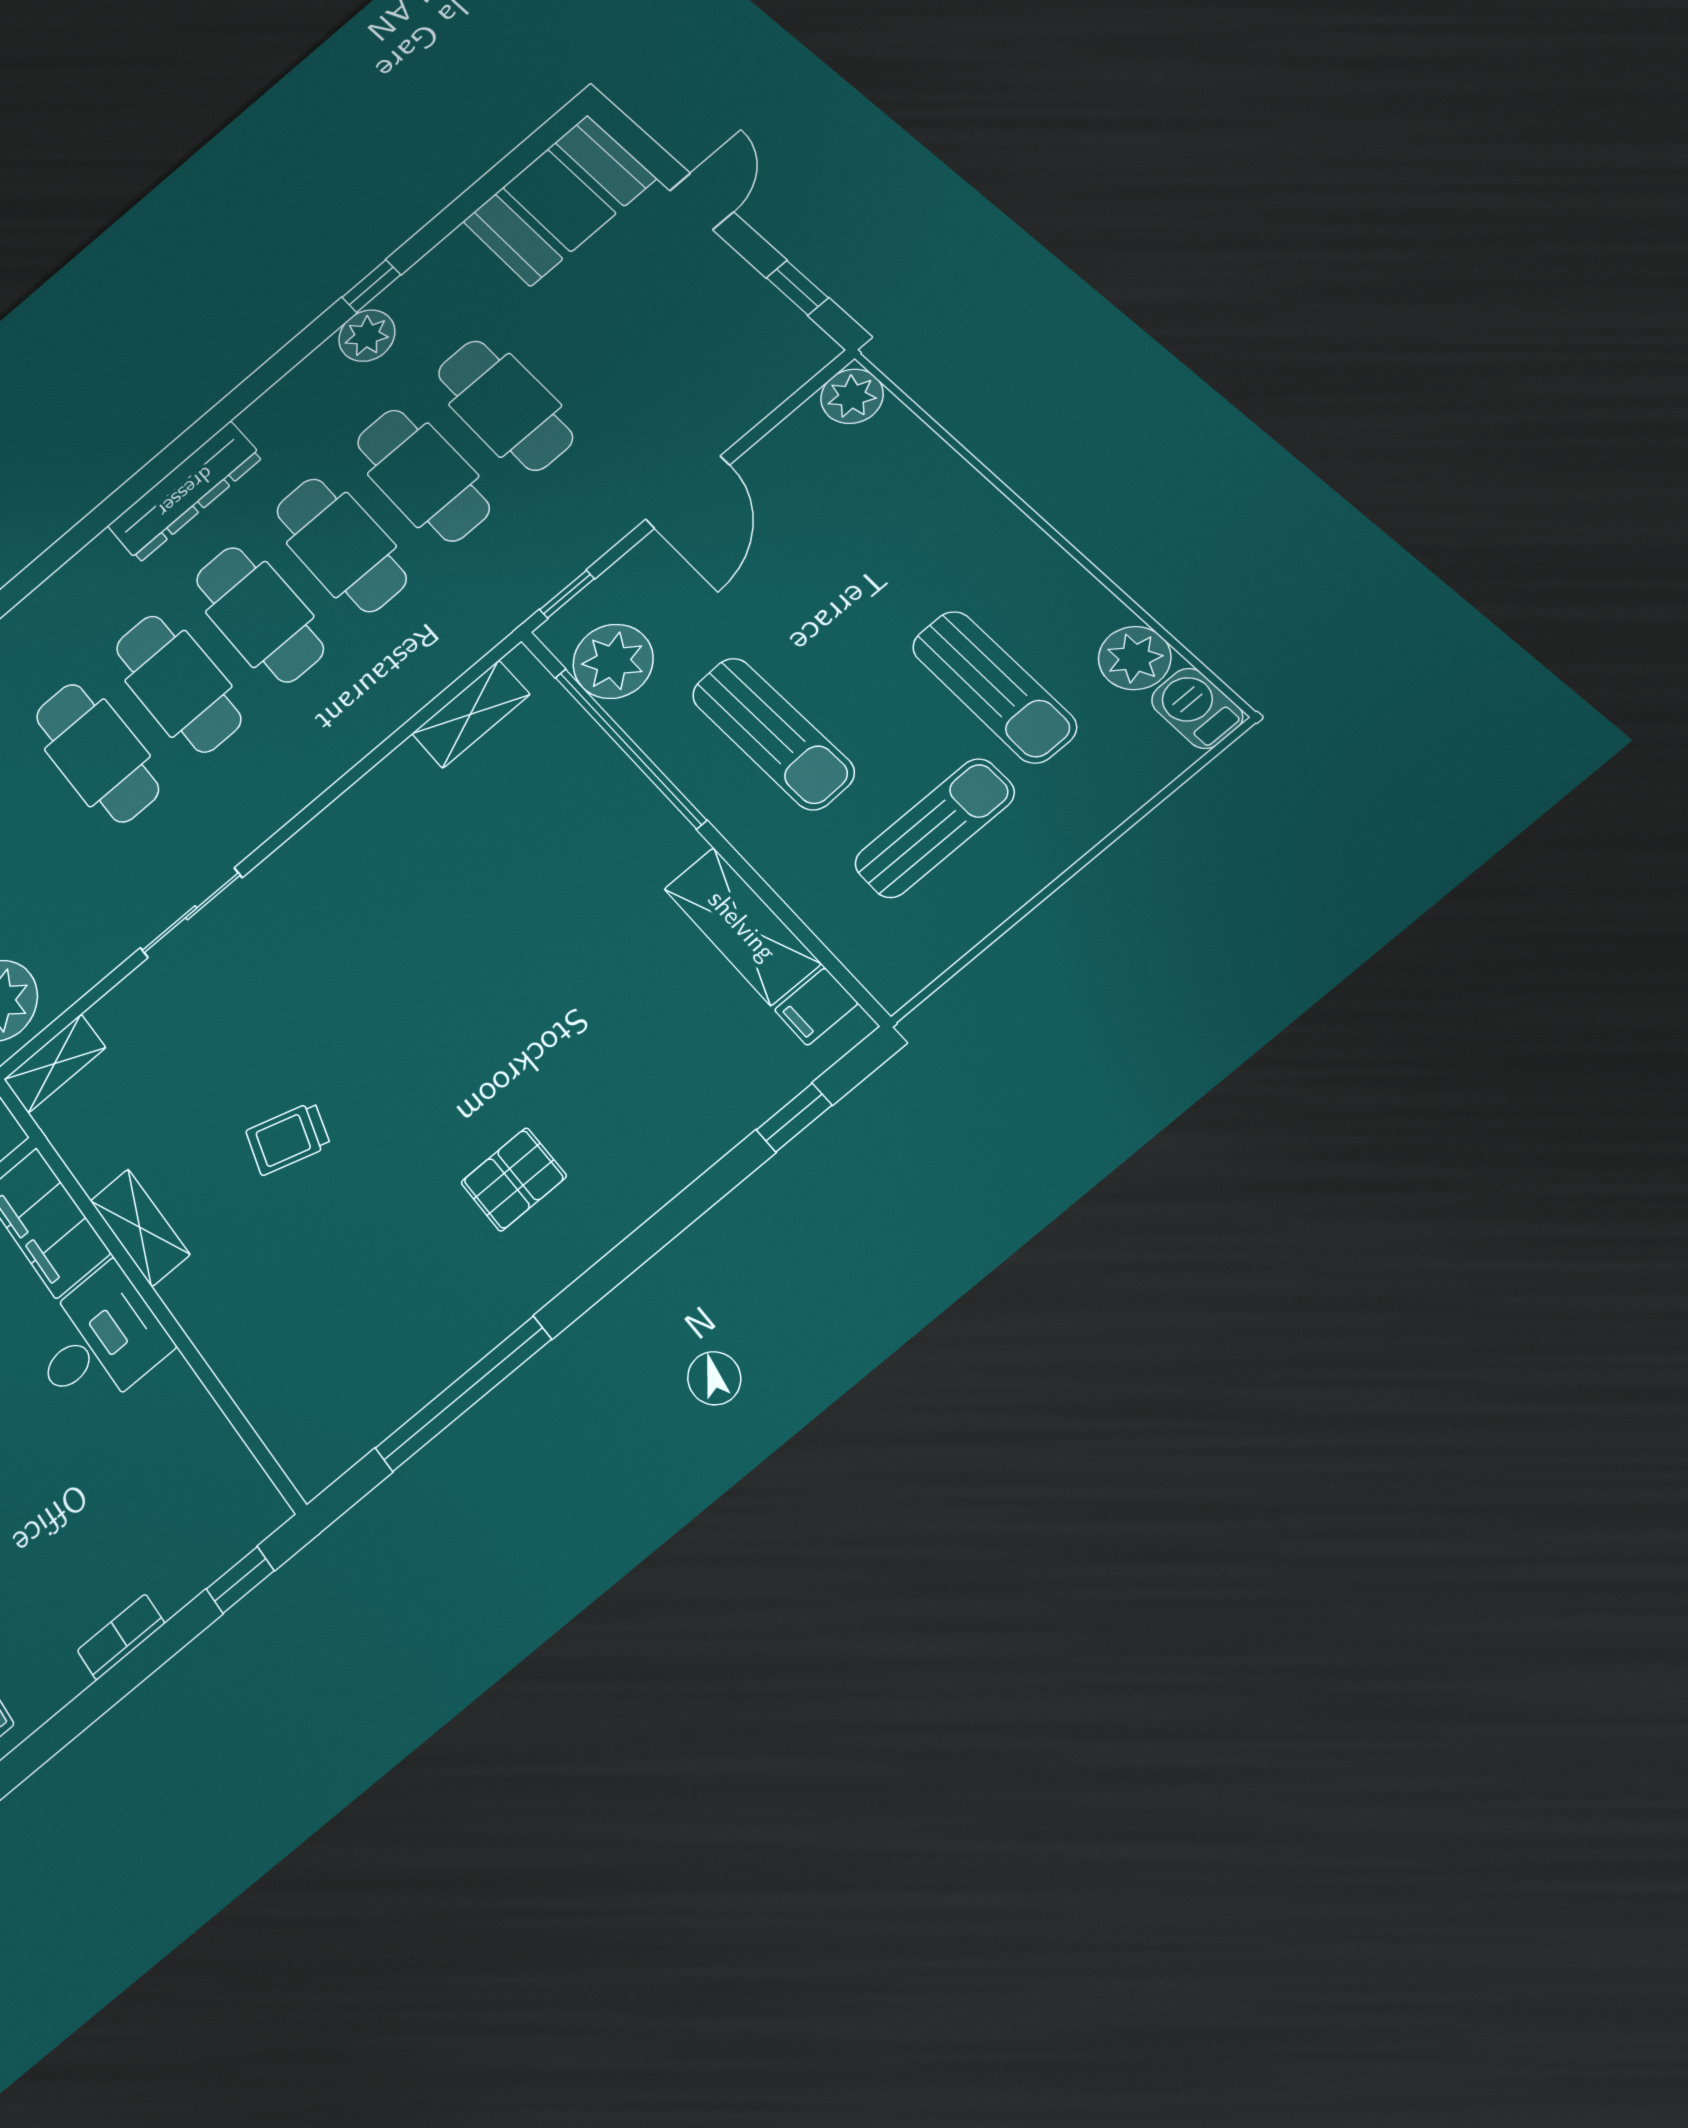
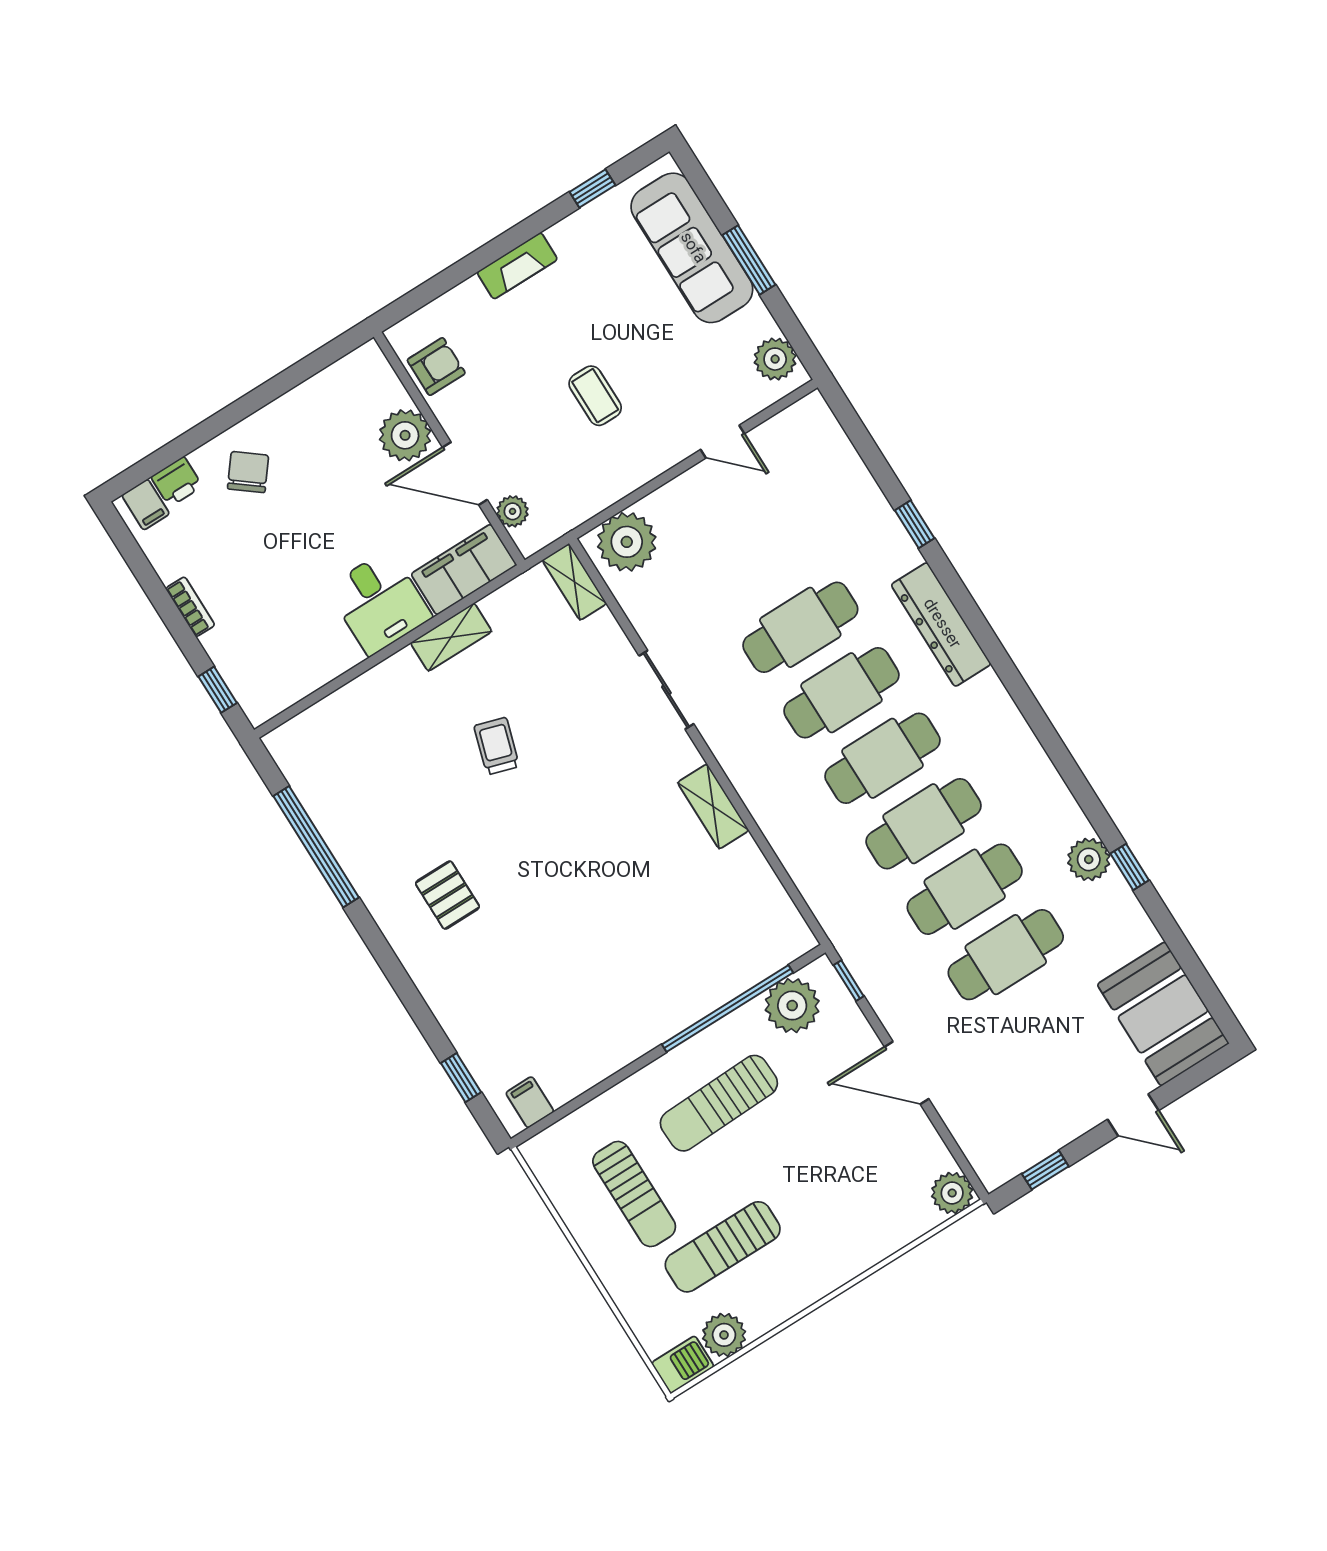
dresser: (185, 492) -> (941, 624), moved
shelving: (471, 714) -> (713, 806), moved
shelving: (742, 926) -> (591, 1064), removed

